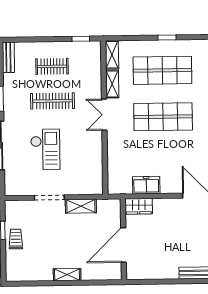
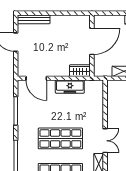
freezer: (146, 185) -> (70, 87), width x1.40

